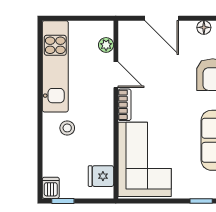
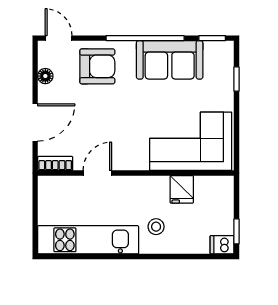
plant: (106, 45) -> (65, 184), removed
bookcase: (125, 105) -> (55, 163), moved
fridge: (101, 176) -> (182, 189), moved

